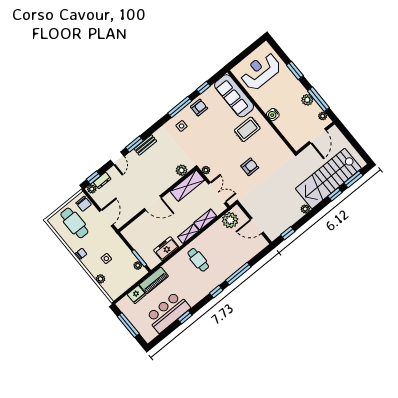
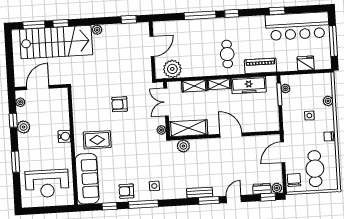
window: (318, 99) -> (13, 120), width x0.46
door: (257, 226) -> (152, 46), hinge flipped
freezer: (166, 249) -> (249, 85), width x1.40
piano: (154, 280) -> (261, 66), moved
bar counter: (168, 312) -> (297, 26), width x1.36

